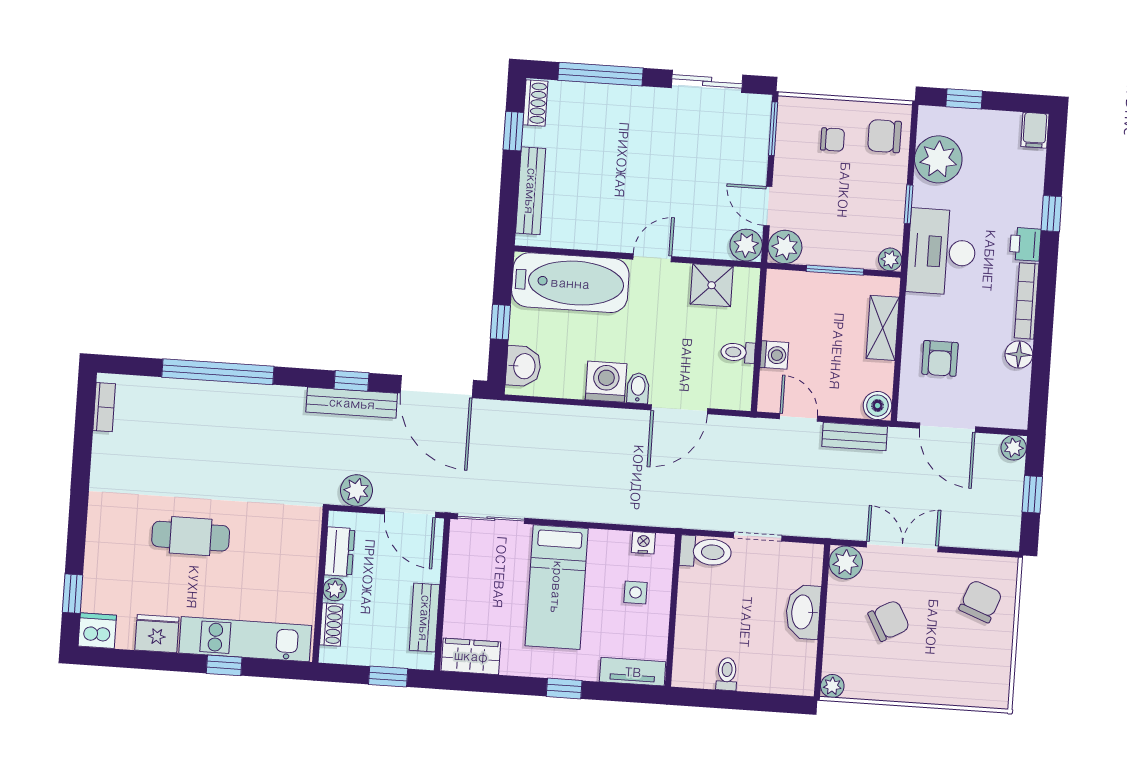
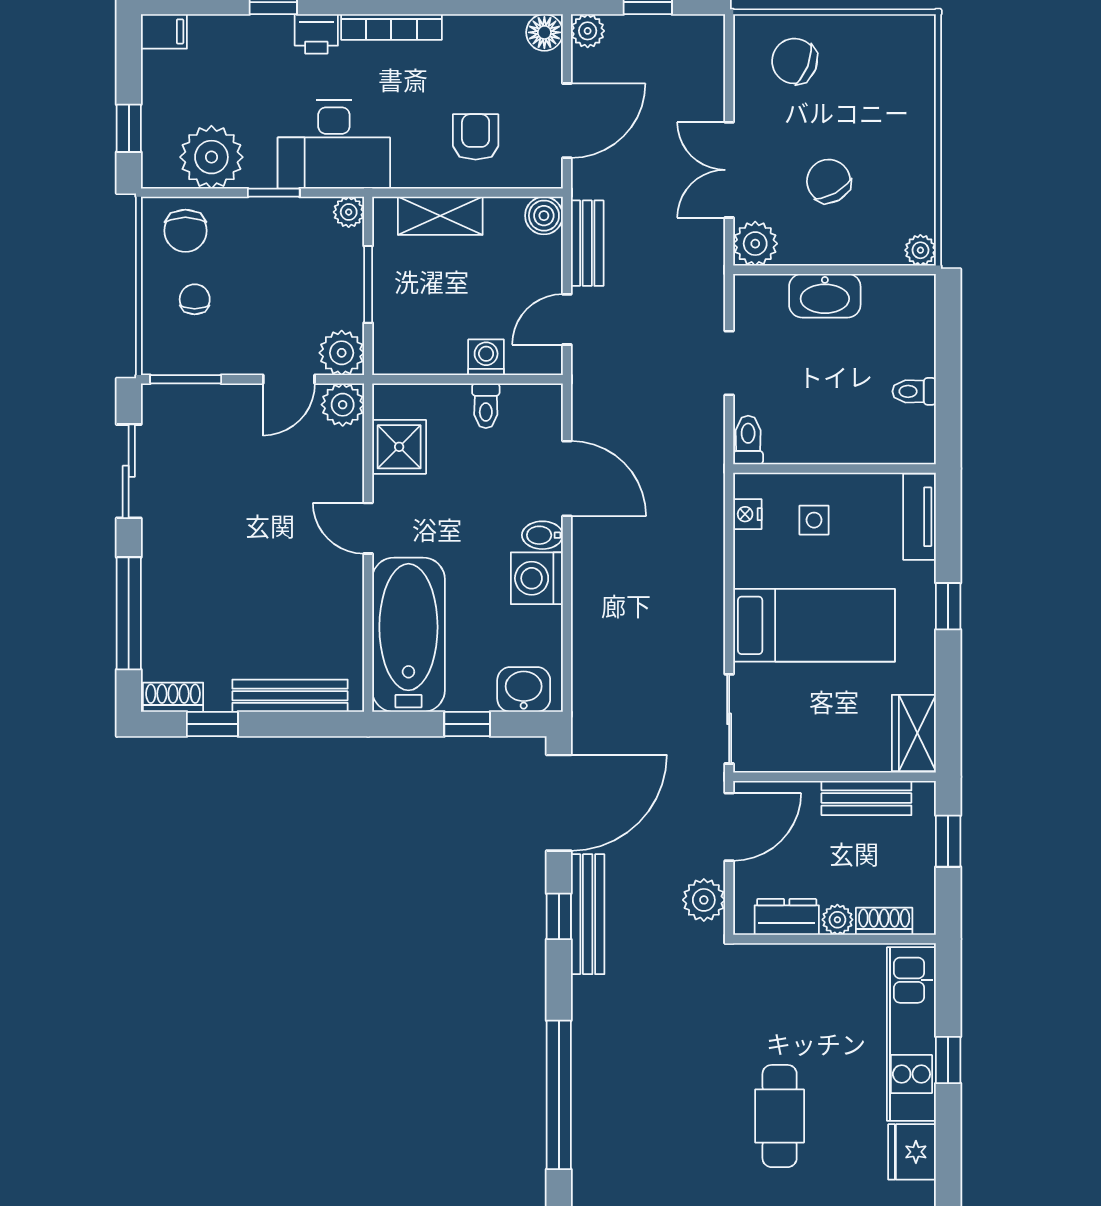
floor lamp: (1019, 354) -> (544, 32), moved
armchair: (940, 358) -> (476, 137), turned -90
toilet: (706, 552) -> (748, 440), width x0.73, depth x0.72

